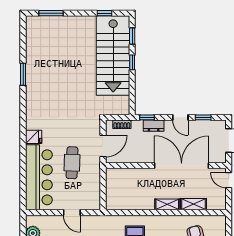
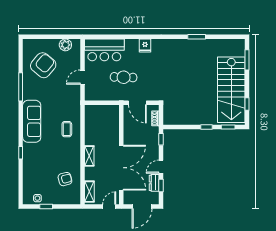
stairs: (113, 56) -> (231, 90), moved, turned -90
dresser: (154, 126) -> (154, 183), moved
bar counter: (39, 177) -> (104, 50), width x0.73
shelving: (194, 204) -> (89, 192), moved

